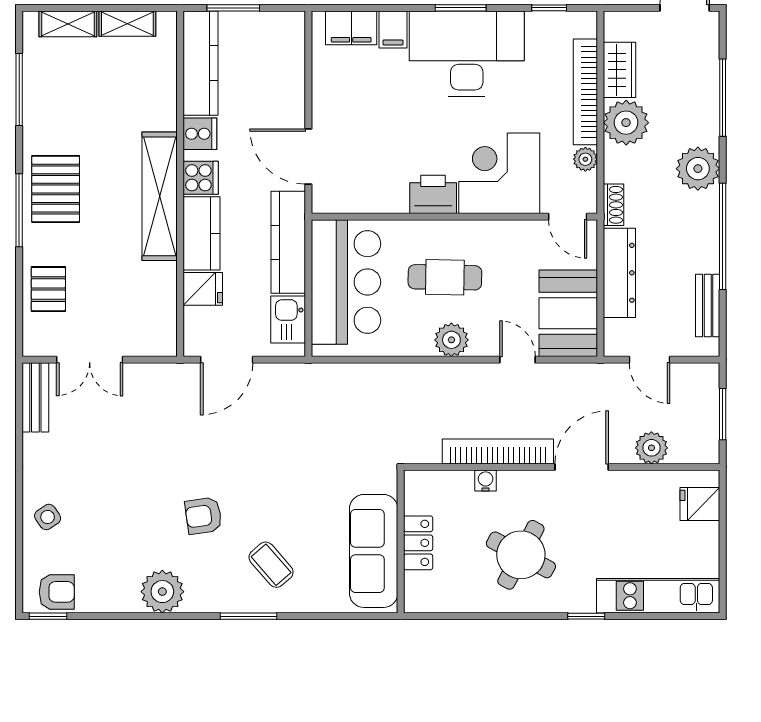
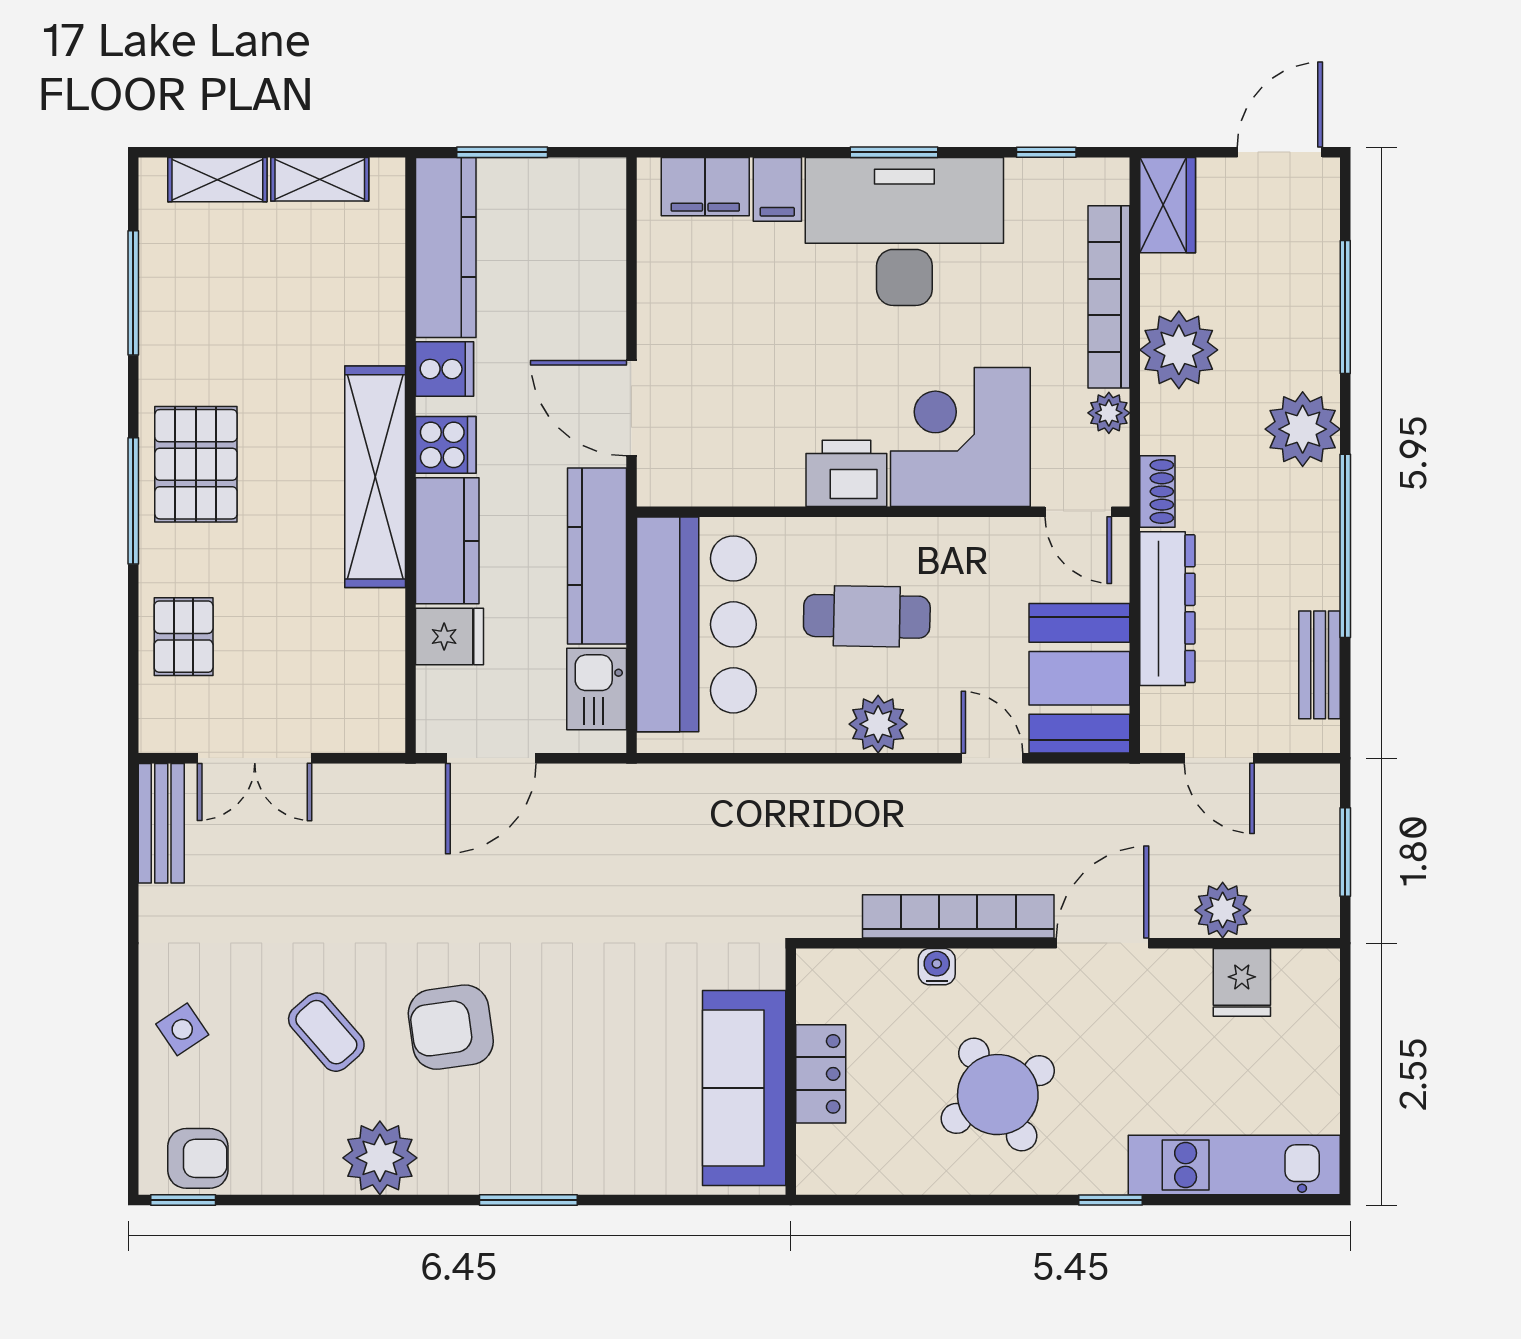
wardrobe: (620, 70) -> (1168, 205), moved
fridge: (700, 504) -> (1242, 982), moved, turned -90
armchair: (203, 516) -> (451, 1027), width x1.38, depth x1.38
round table: (521, 555) -> (998, 1095), turned 32
coffee table: (271, 565) -> (326, 1032), moved

